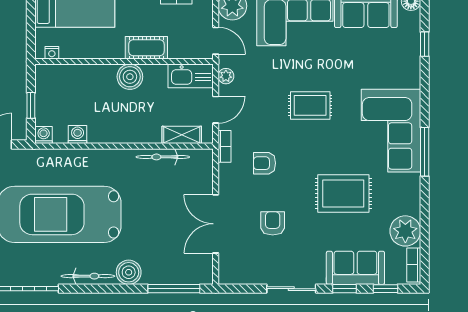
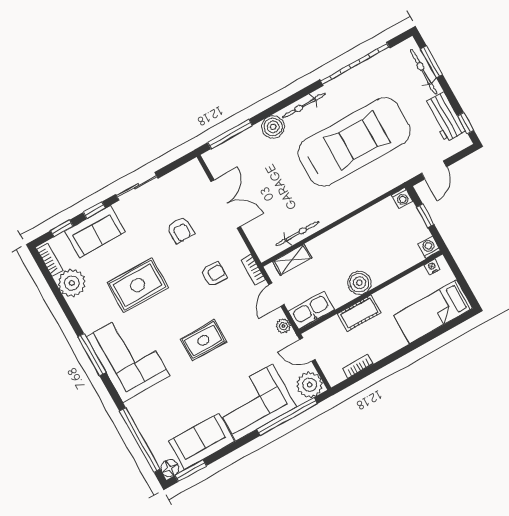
window: (425, 44) -> (140, 440), width x3.17
washing machine: (78, 135) -> (429, 247), moved, turned 180

